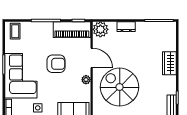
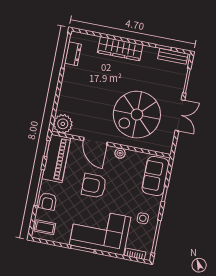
dresser: (126, 27) -> (73, 54), moved
armchair: (36, 29) -> (48, 201), added
door: (92, 58) -> (95, 141), swing flipped
wardrobe: (169, 63) -> (120, 49), width x1.50
armchair: (56, 64) -> (94, 186), turned -90

